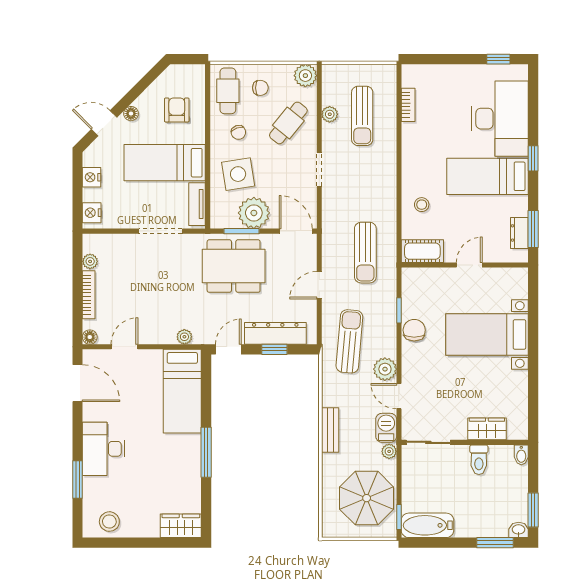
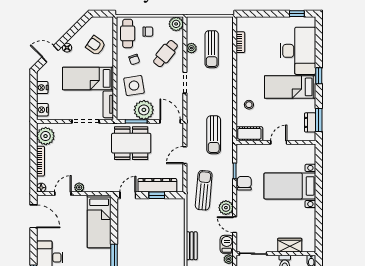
armchair: (177, 110) -> (96, 45), turned -55
plant: (90, 261) -> (46, 136), width x1.88, depth x1.88
plant: (184, 337) -> (79, 187), moved

